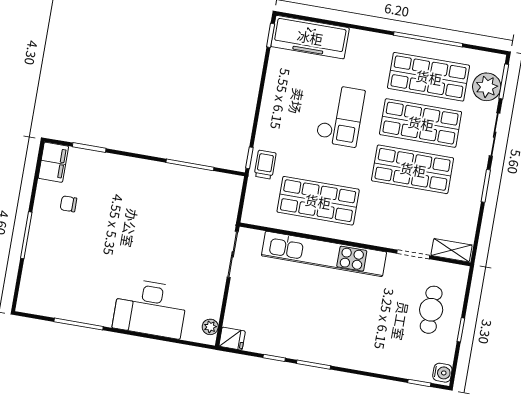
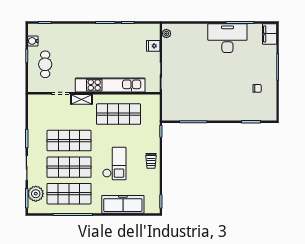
freezer: (310, 37) -> (123, 204), moved
checkout: (340, 116) -> (114, 164), turned 180
filing cabinet: (53, 162) -> (270, 34), moved
trolley: (265, 165) -> (151, 161), moved
shelving: (452, 250) -> (81, 99), moved
desk: (150, 308) -> (227, 38), moved
fridge: (232, 339) -> (153, 46), moved
water cooler: (442, 373) -> (33, 41), moved

